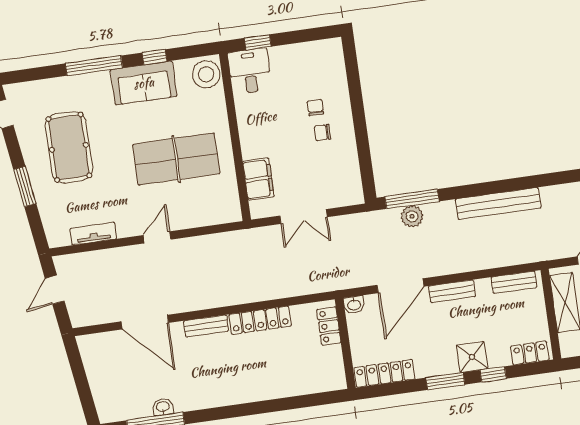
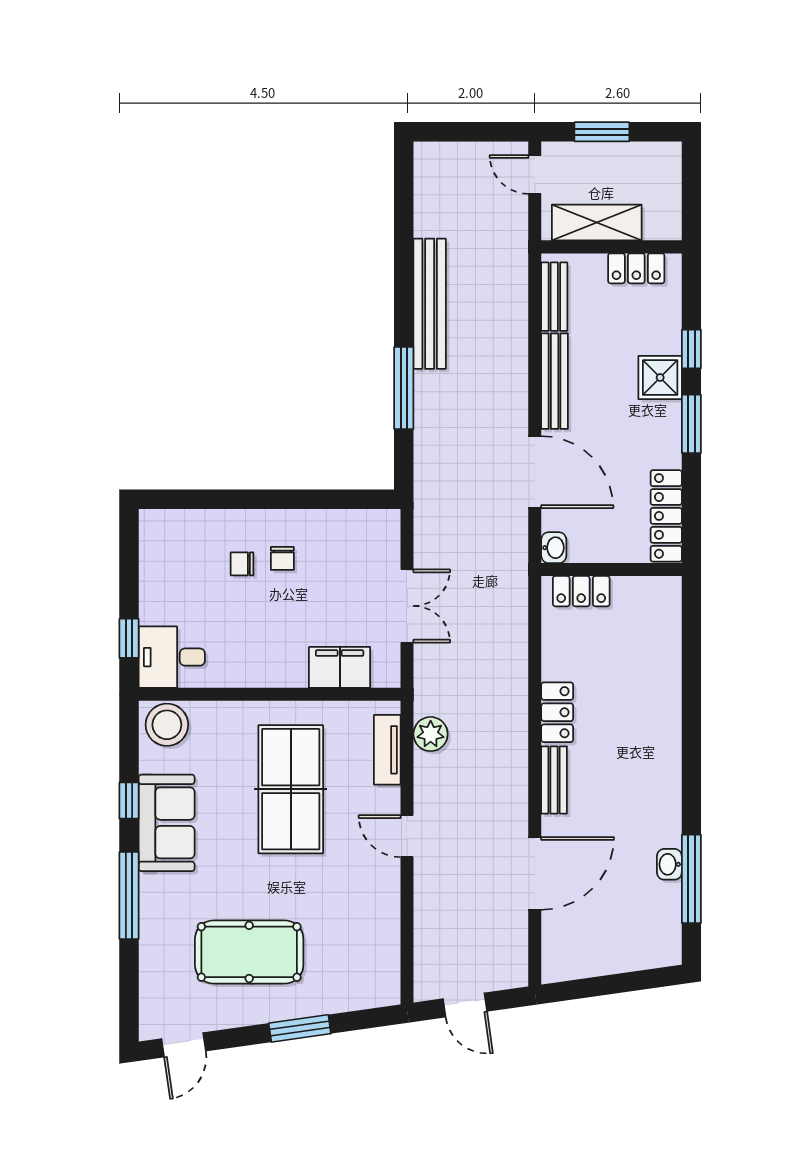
window: (412, 199) -> (404, 388), moved
plant: (412, 216) -> (431, 734), moved
tv unit: (93, 234) -> (387, 750), moved
bench: (452, 291) -> (555, 381), width x1.36
locker: (260, 320) -> (557, 712), width x0.66
locker: (530, 353) -> (636, 268), moved, turned -90

